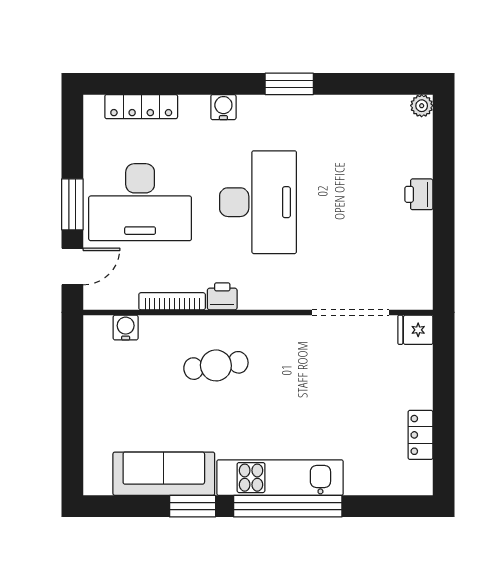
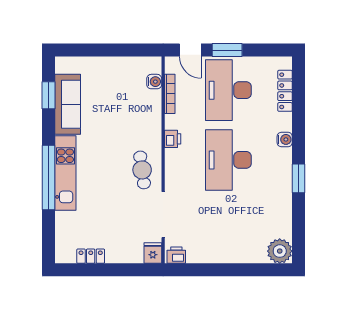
plant: (422, 106) -> (280, 251), width x1.87, depth x1.87
printer: (419, 194) -> (176, 255), moved
desk: (258, 202) -> (228, 160), turned 90
bookcase: (172, 301) -> (170, 94), moved
cafe table: (216, 365) -> (142, 170), moved
window: (193, 506) -> (48, 95), moved

